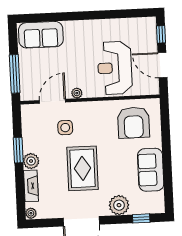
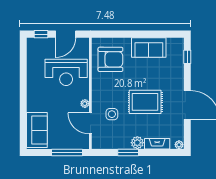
plant: (119, 205) -> (176, 74), removed

